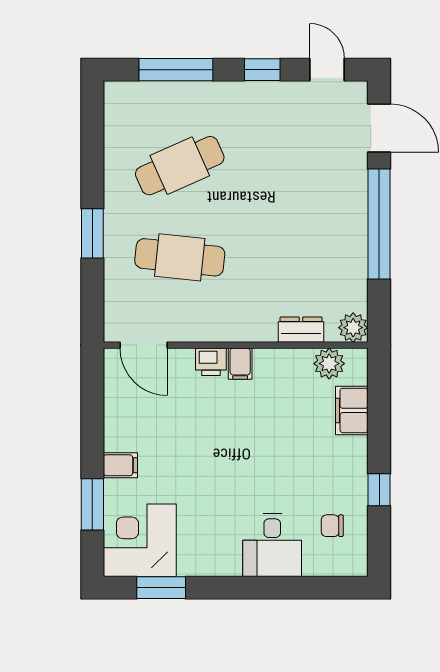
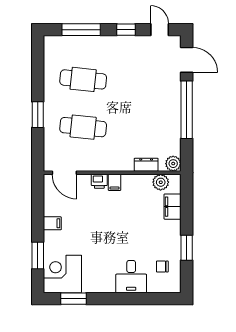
cafe table: (180, 166) -> (83, 79), turned 30
filing cabinet: (120, 465) -> (52, 223), moved
window: (379, 490) -> (187, 248), width x1.50

